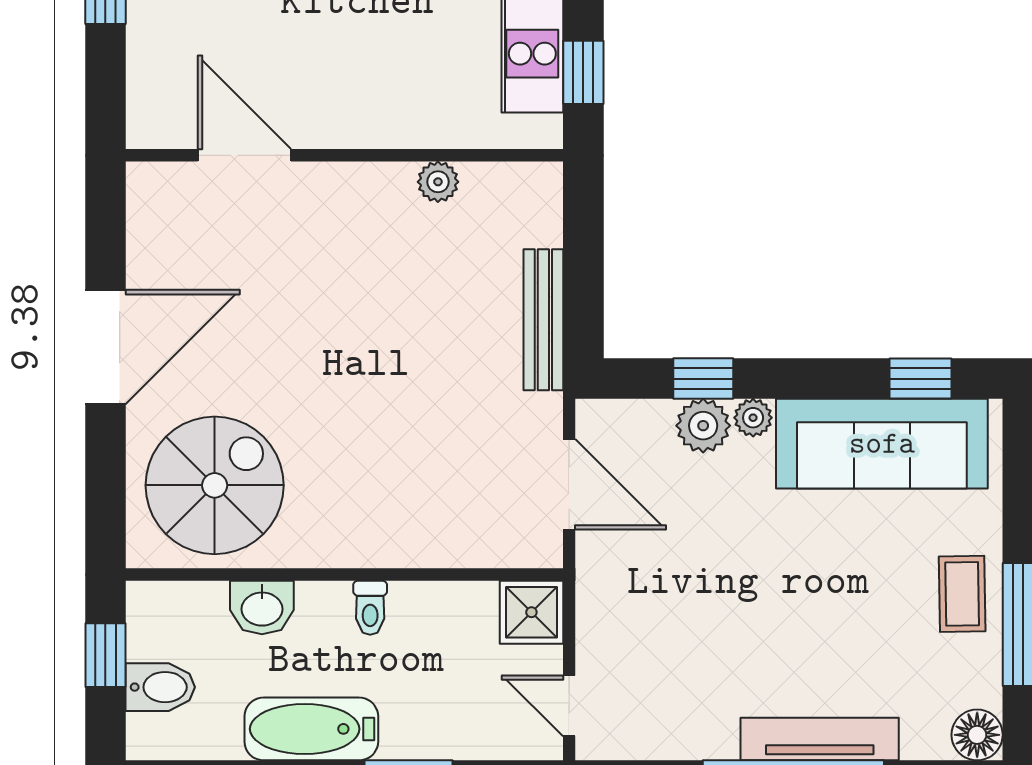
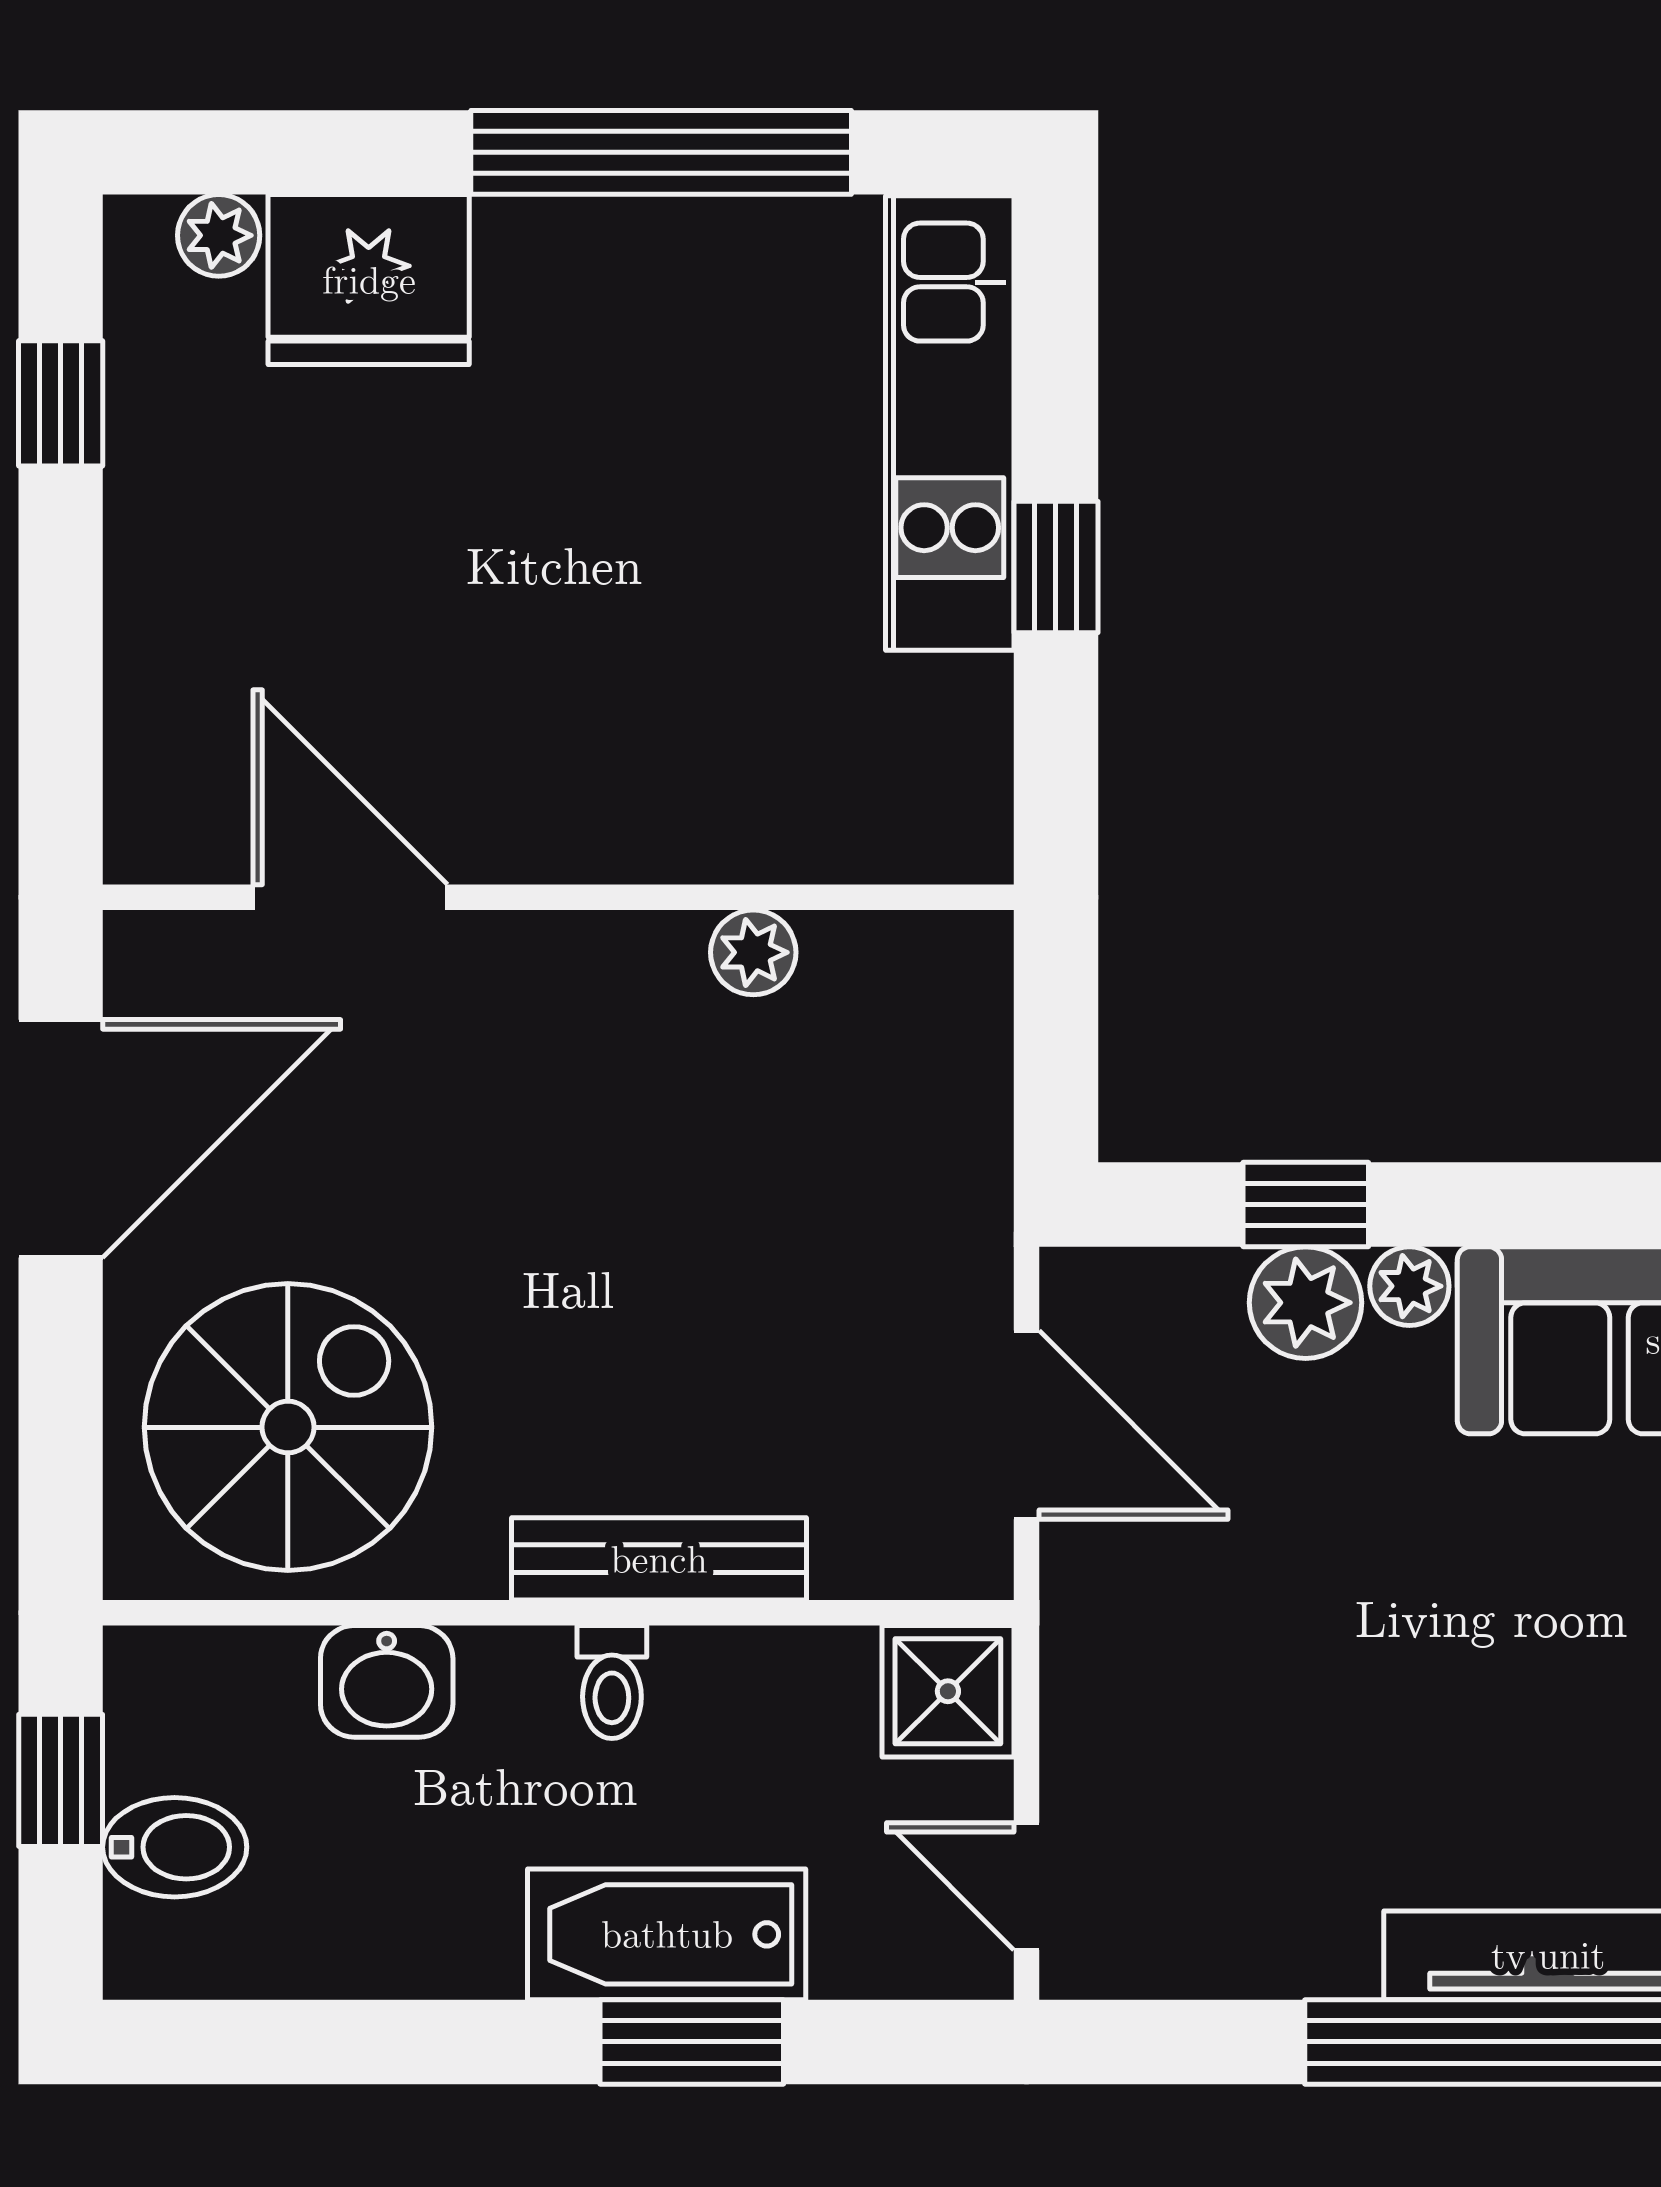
door: (244, 155) -> (350, 897), moved
wall: (344, 155) -> (558, 897), moved
plant: (438, 182) -> (753, 952), moved
bench: (543, 320) -> (659, 1559), moved, turned 90
bathtub: (311, 729) -> (667, 1934), moved

